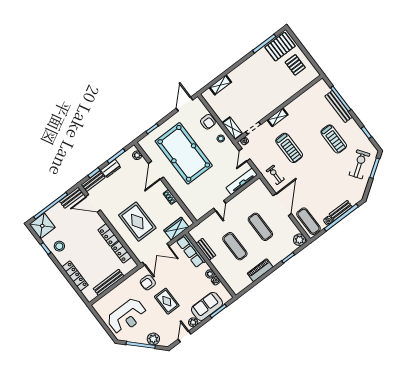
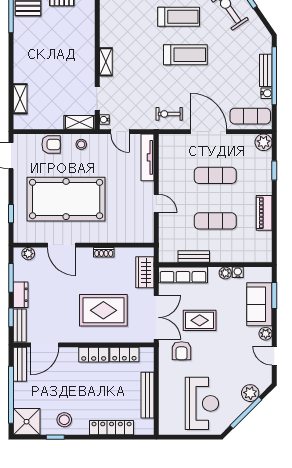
treadmill: (289, 148) -> (185, 55), moved
rug: (167, 301) -> (200, 320), moved

